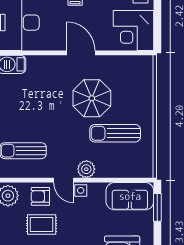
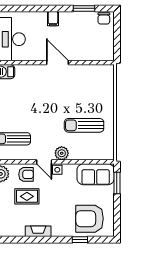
corner desk: (133, 30) -> (98, 45), removed
parasol: (92, 98) -> (66, 98), removed
armchair: (40, 196) -> (26, 174), turned 180

